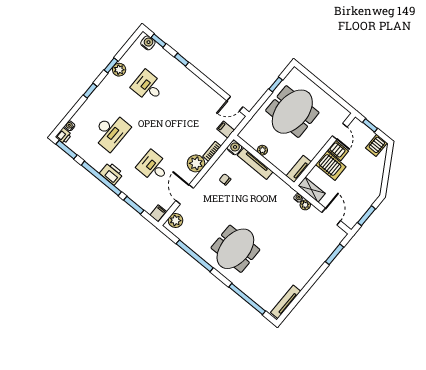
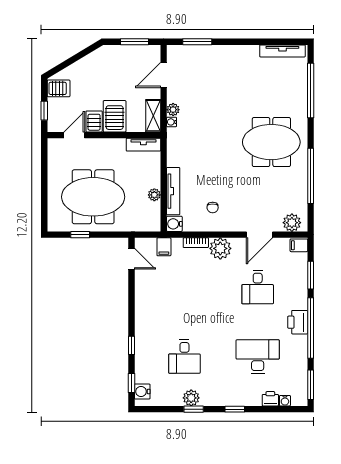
printer: (64, 136) -> (270, 399), moved

